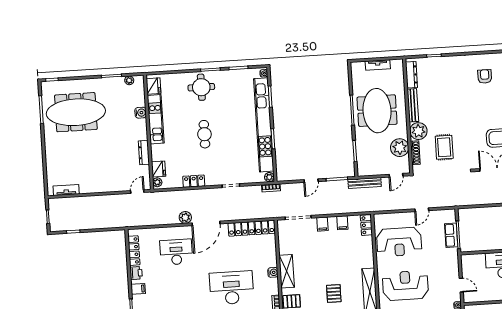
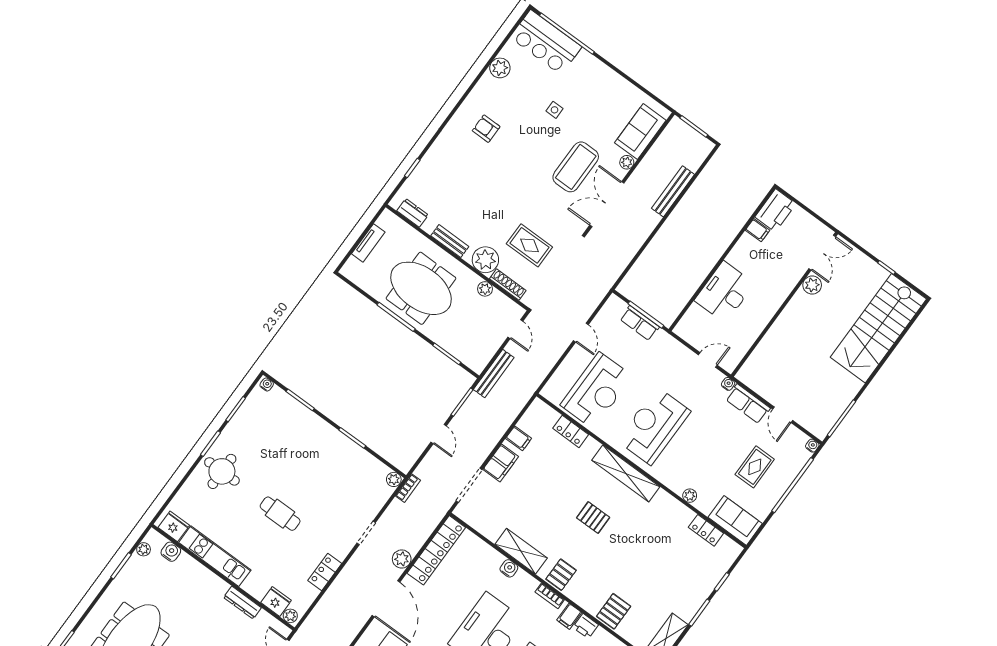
dresser: (411, 75) -> (413, 213), width x0.70
bench: (413, 105) -> (450, 241), width x0.73
water cooler: (141, 113) -> (171, 552), moved
kitchen unit: (264, 125) -> (327, 435), removed
plant: (400, 148) -> (485, 289), width x0.53, depth x0.53
plant: (185, 217) -> (402, 559), moved
filing cabinet: (322, 224) -> (501, 463), width x2.00
locker: (366, 225) -> (571, 431), moved

